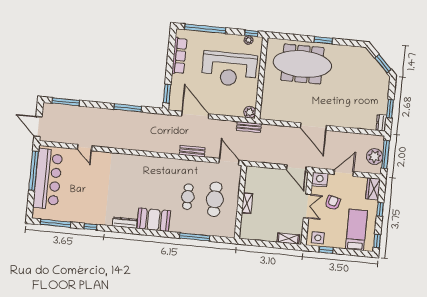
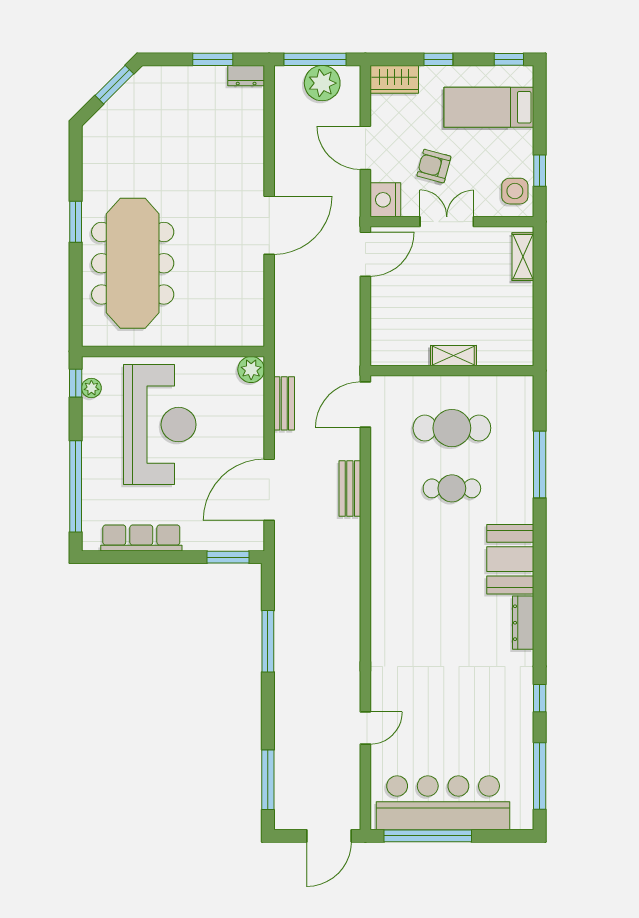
bench: (249, 127) -> (284, 403), moved

